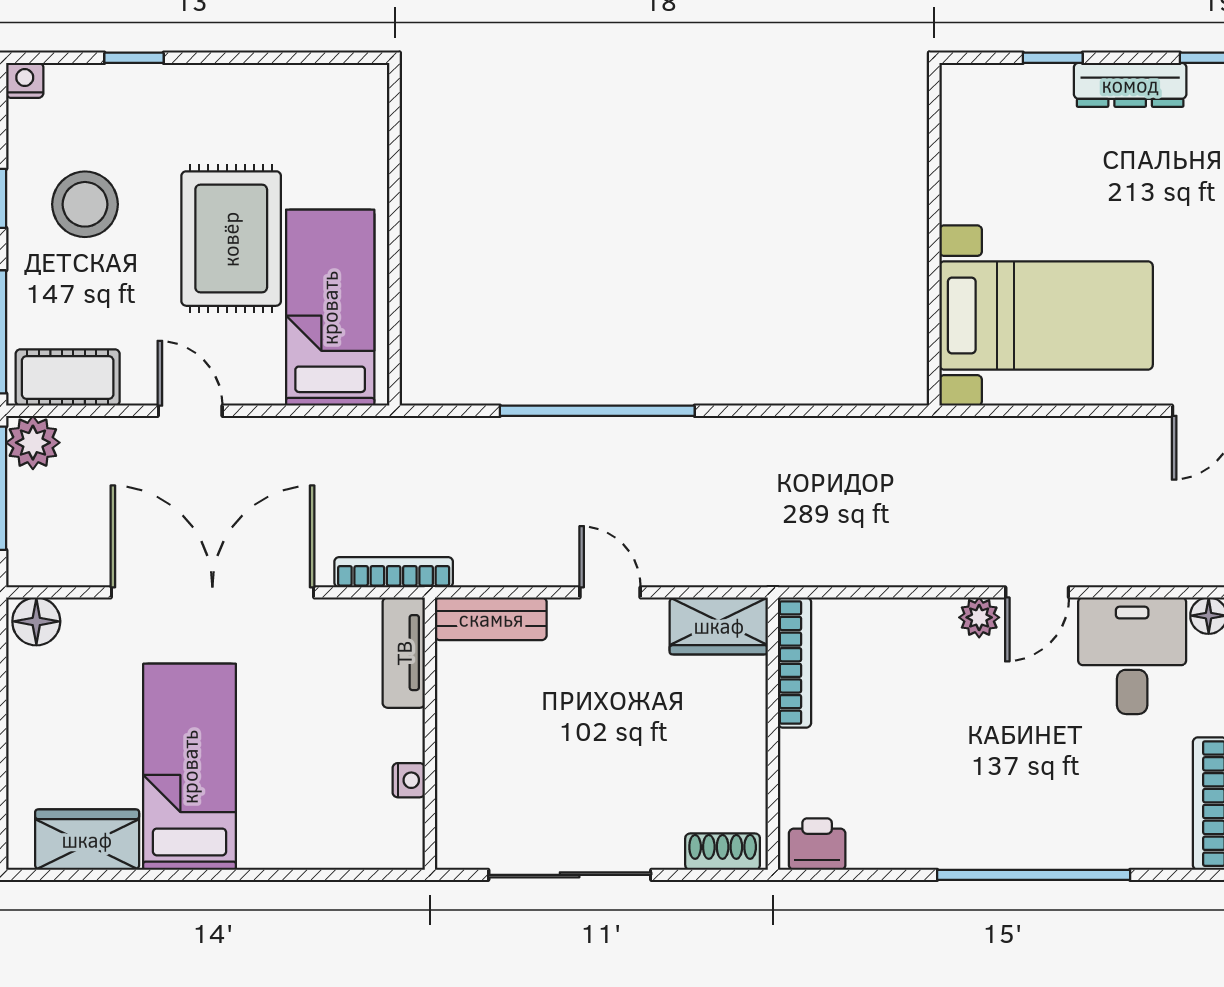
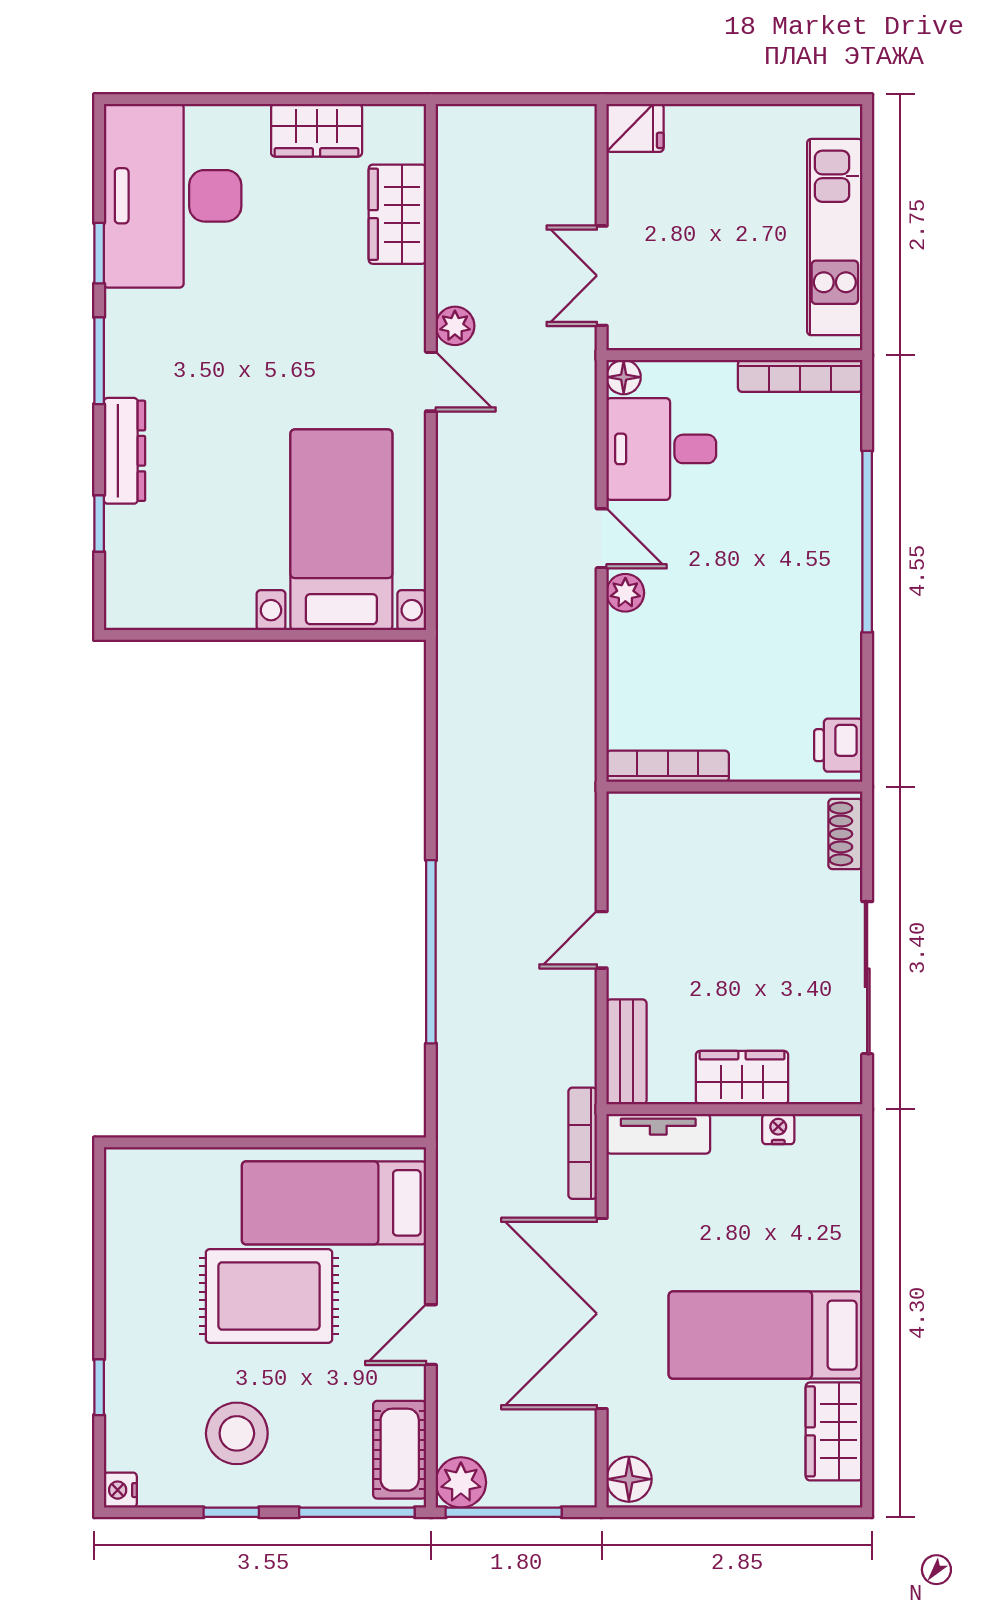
wardrobe: (719, 626) -> (742, 1078), moved, turned -90

